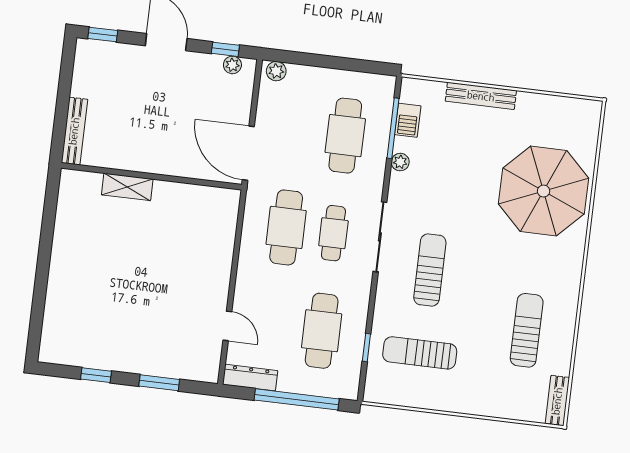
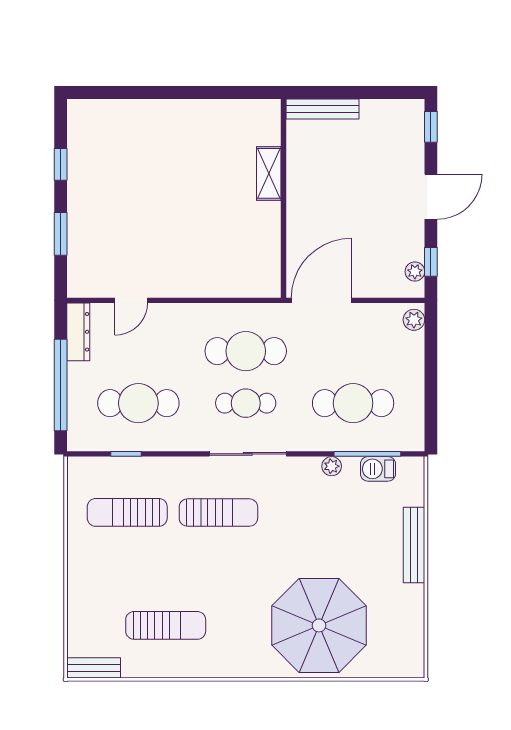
sun lounger: (420, 353) -> (127, 512), turned -90

